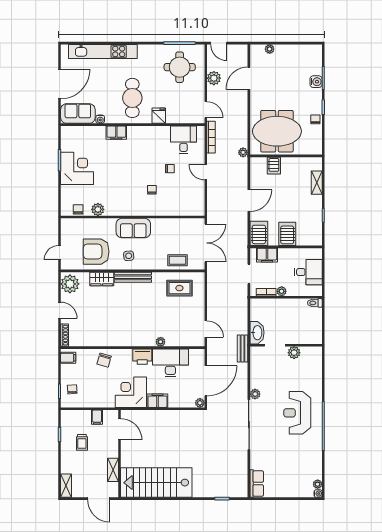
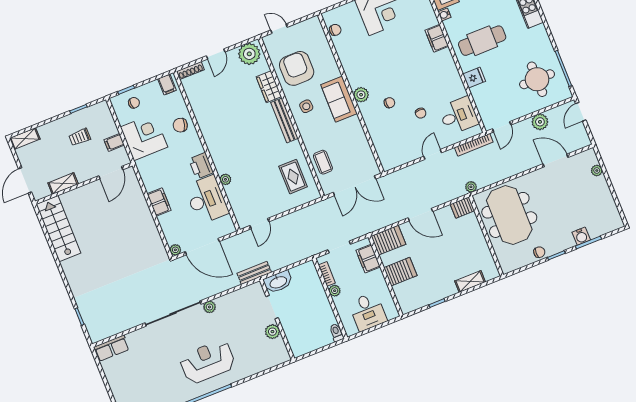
server rack: (274, 166) -> (462, 208), moved
plant: (98, 209) -> (361, 95), moved
corner desk: (131, 392) -> (144, 137), moved
stairs: (156, 483) -> (58, 229), width x0.73, depth x0.66

